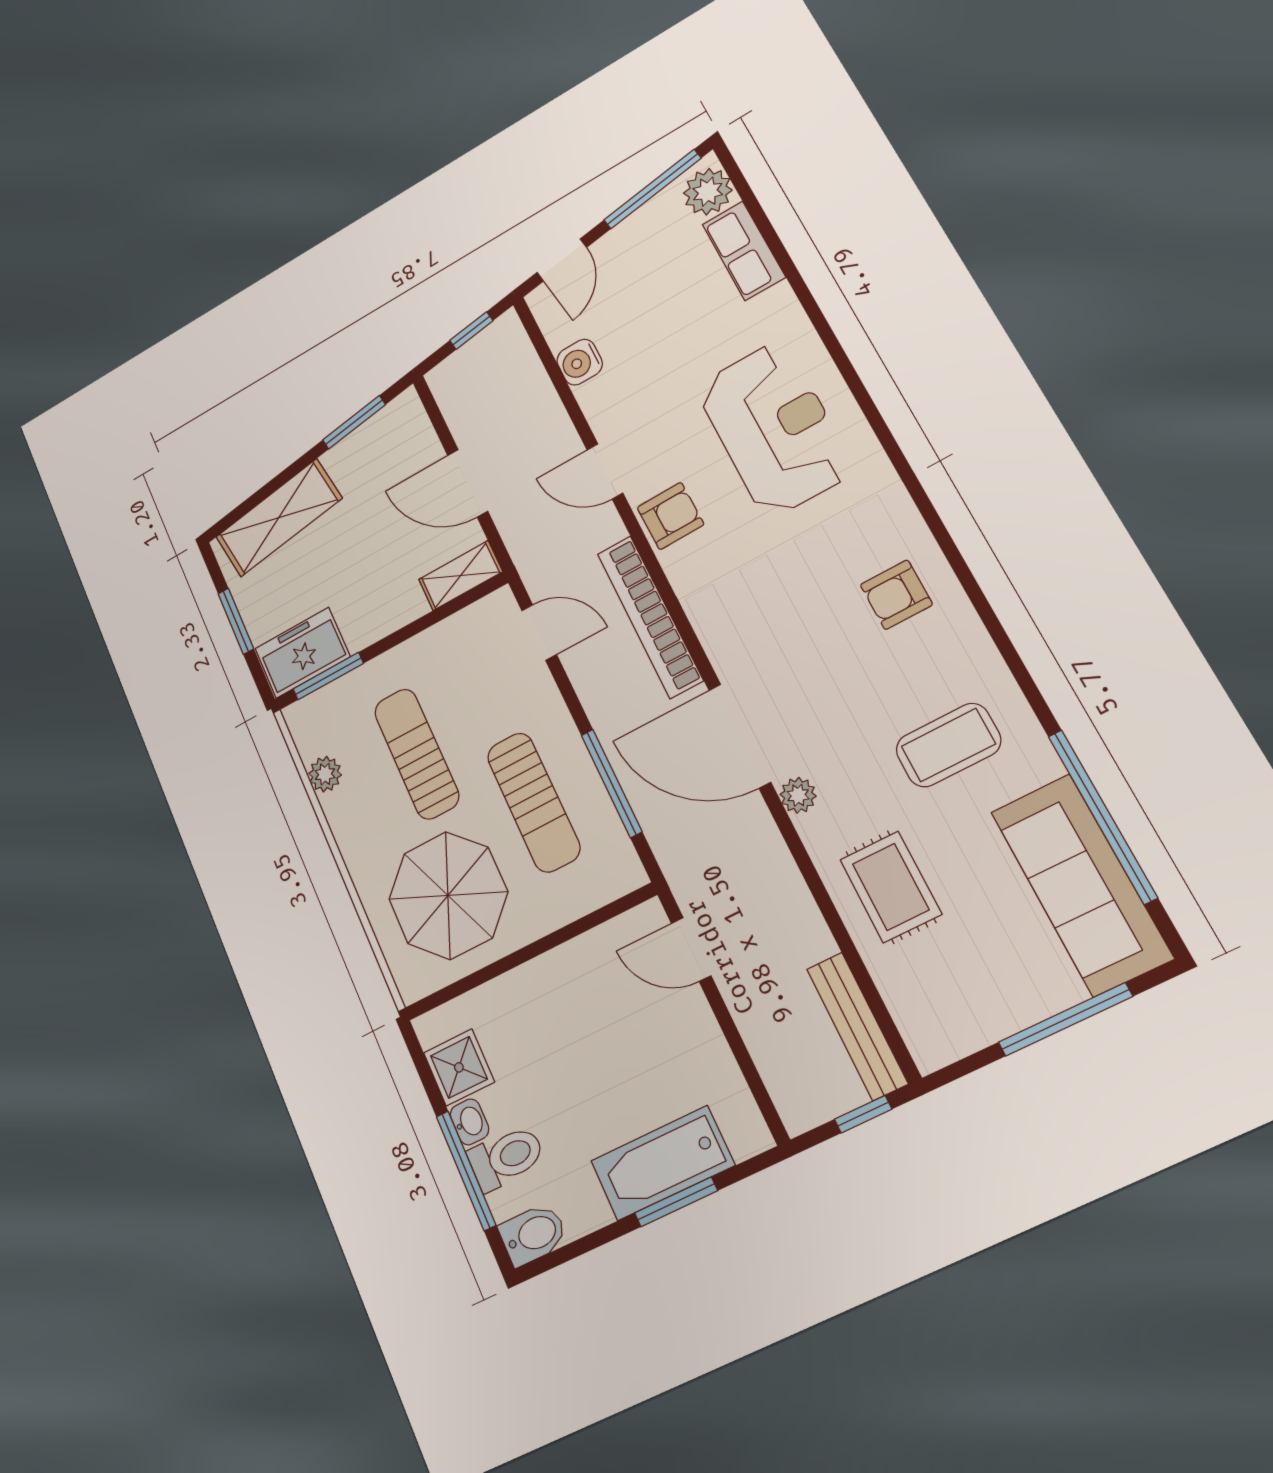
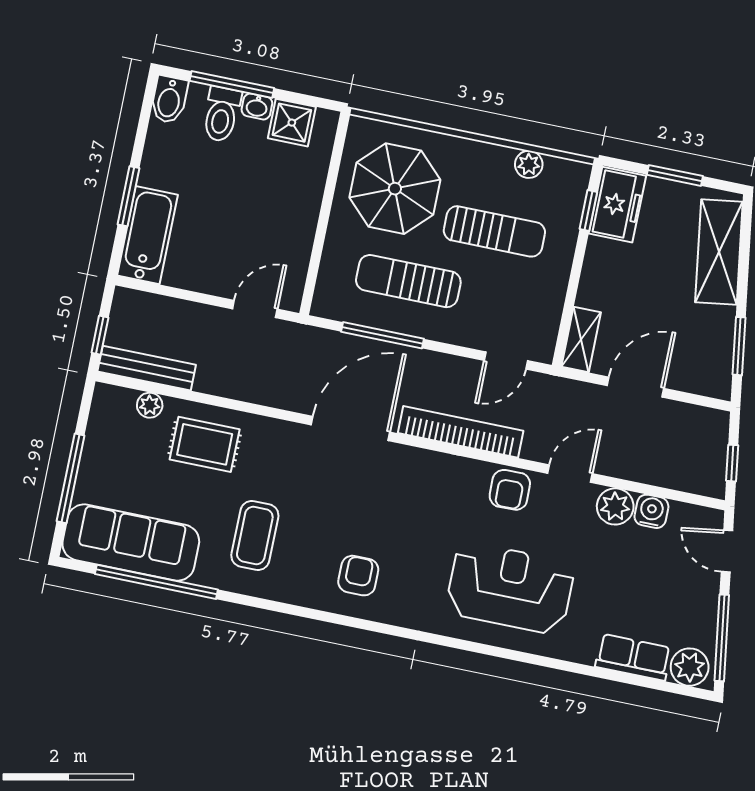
plant: (603, 400) -> (615, 506), added
reception desk: (774, 429) -> (510, 588), turned 180
window: (328, 676) -> (588, 211), width x0.67
plant: (798, 795) -> (150, 405), moved
bathtub: (662, 1163) -> (148, 235), moved

